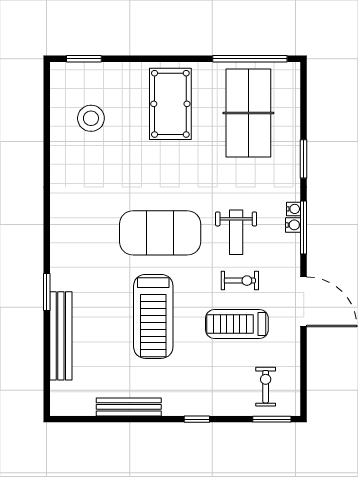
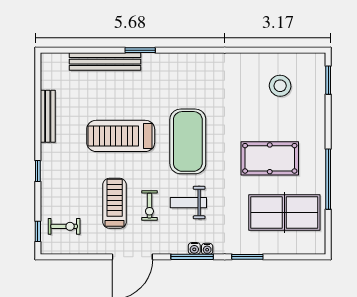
window: (250, 59) -> (328, 179), moved
pool table: (170, 104) -> (270, 158), moved
window: (272, 419) -> (38, 231), width x0.67

